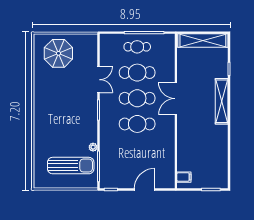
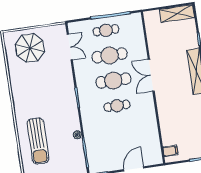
shelving: (203, 41) -> (177, 14), width x0.68
double door: (99, 80) -> (70, 47), moved
cafe table: (137, 124) -> (117, 106), width x0.73, depth x0.74
sun lounger: (71, 166) -> (38, 141), moved, turned 90

